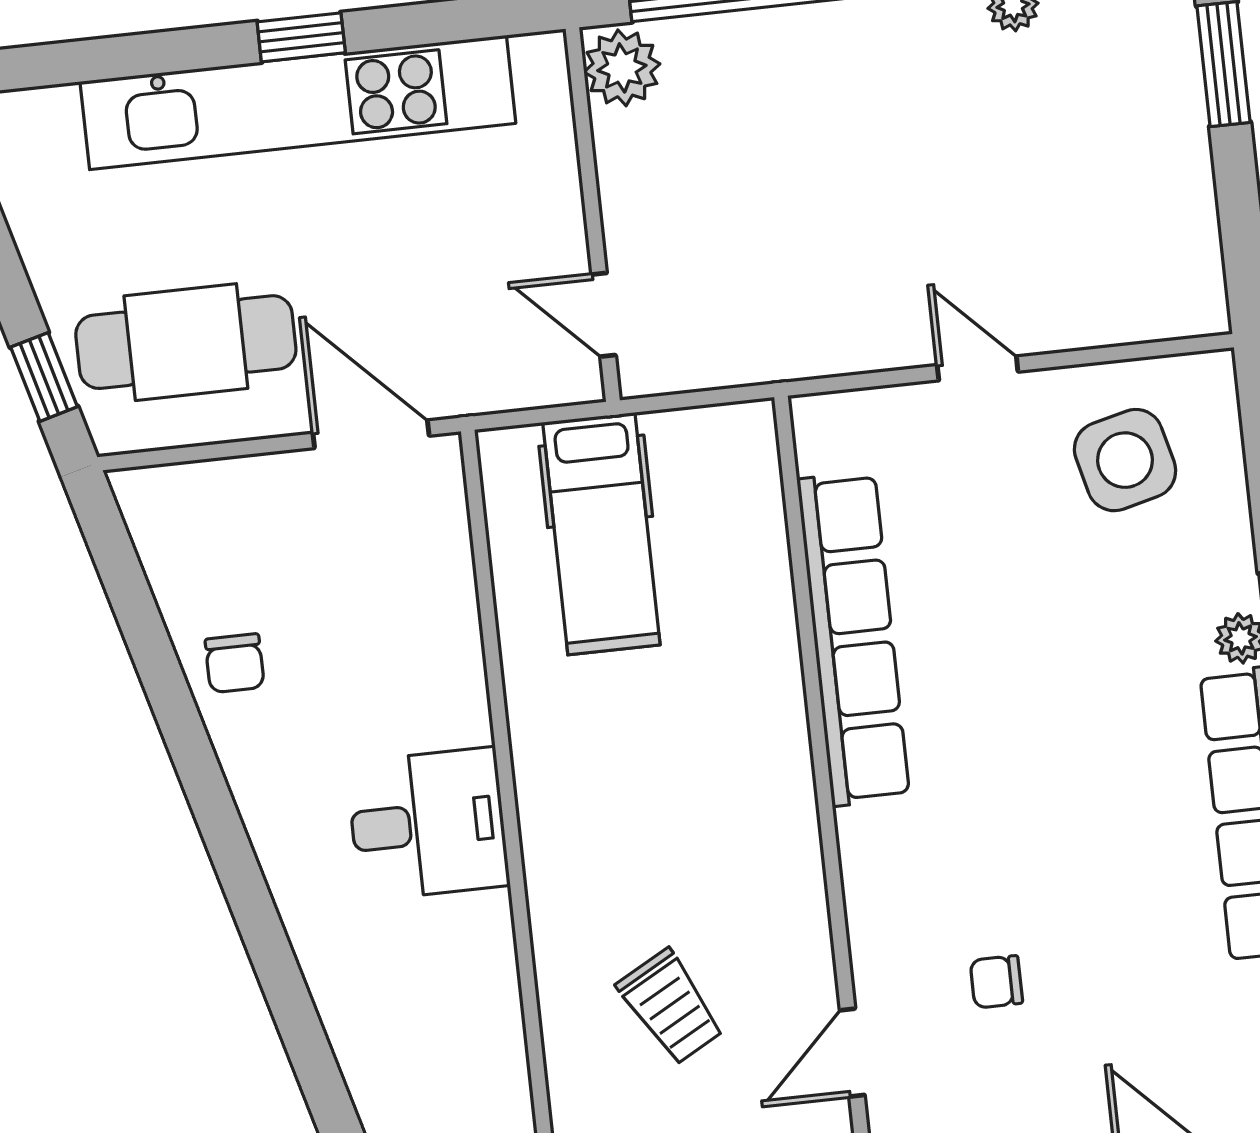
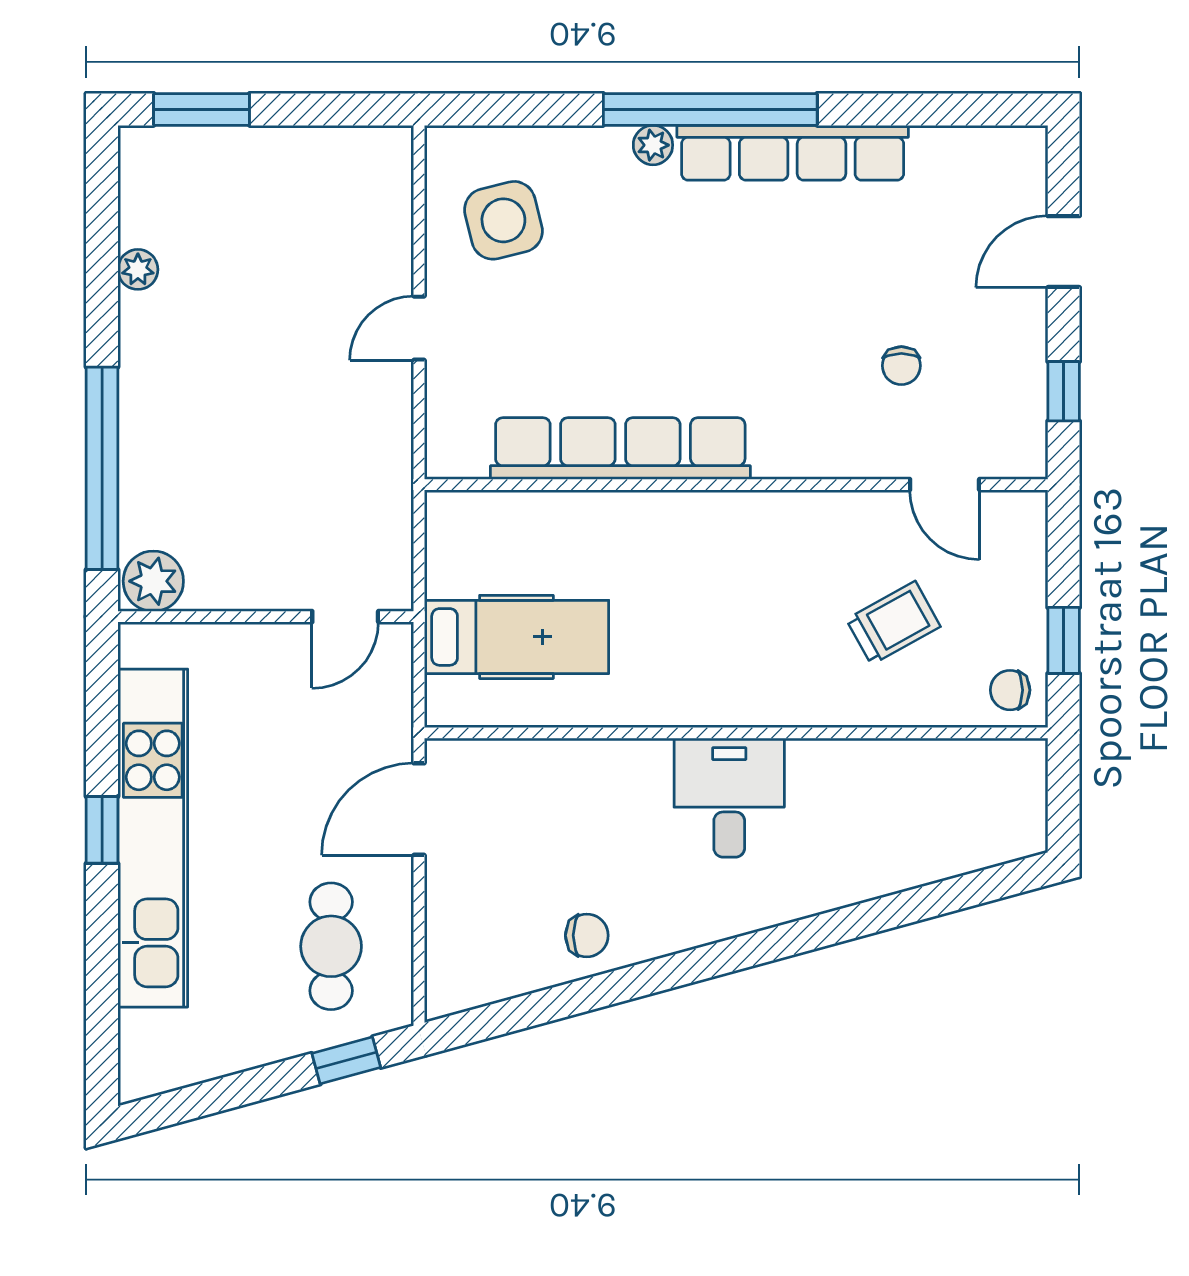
cafe table: (186, 342) -> (331, 946), width x0.73, depth x0.74

